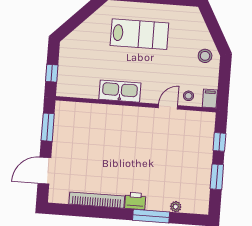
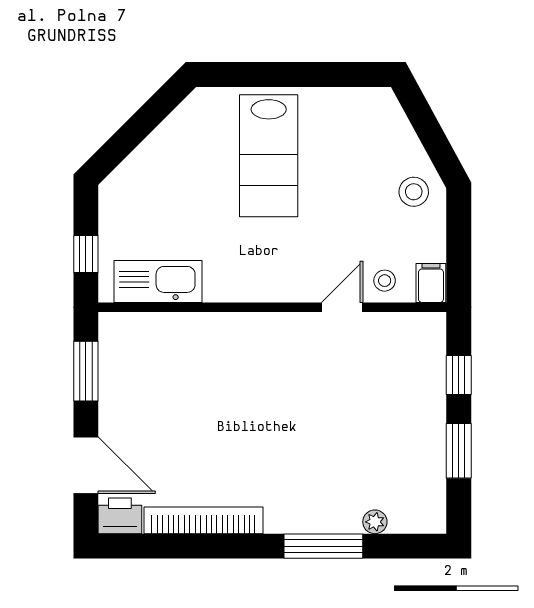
lab bench: (139, 34) -> (269, 156), turned 90
kitchen sink: (120, 91) -> (158, 282), moved
door: (44, 171) -> (86, 465), swing flipped
printer: (135, 201) -> (120, 516), moved

